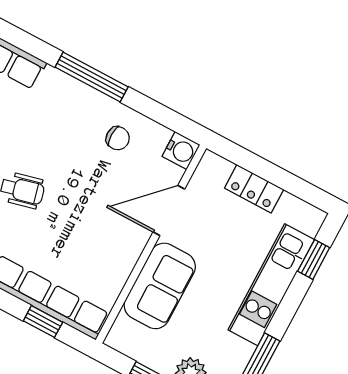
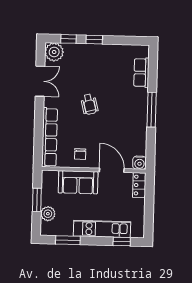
chair: (118, 138) -> (80, 154), moved
locker: (254, 189) -> (139, 185), moved
window: (43, 322) -> (38, 141), removed

